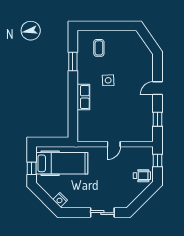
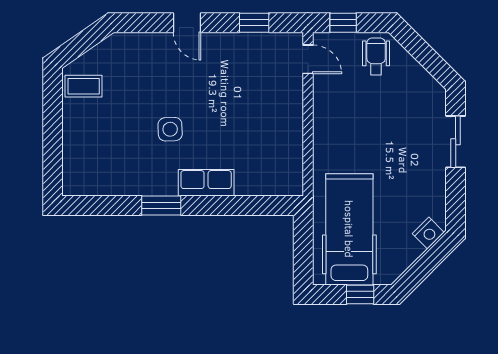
coffee table: (99, 48) -> (84, 86), moved
window: (73, 61) -> (161, 205), moved
door: (114, 144) -> (308, 59), moved

